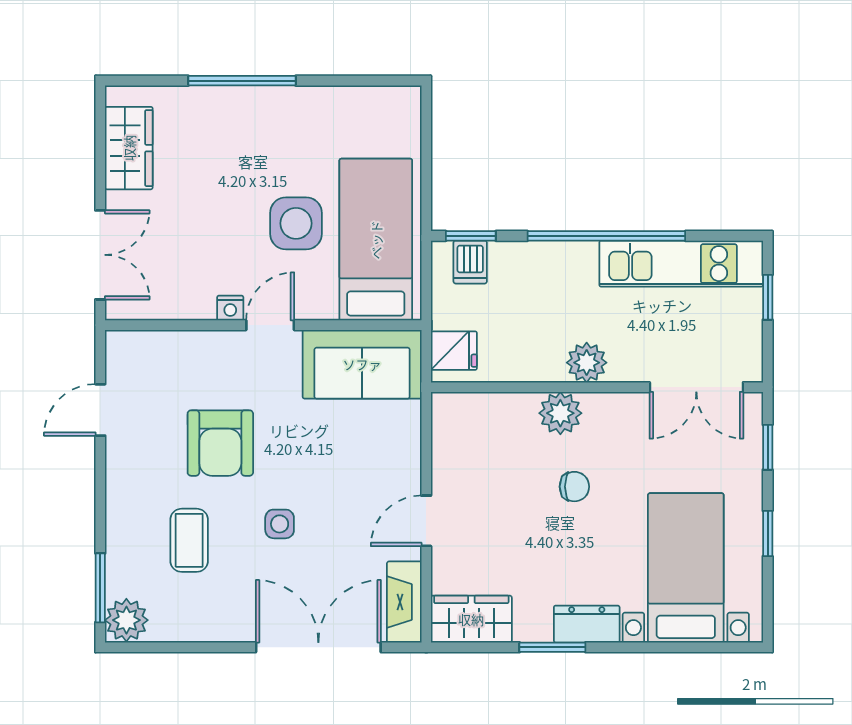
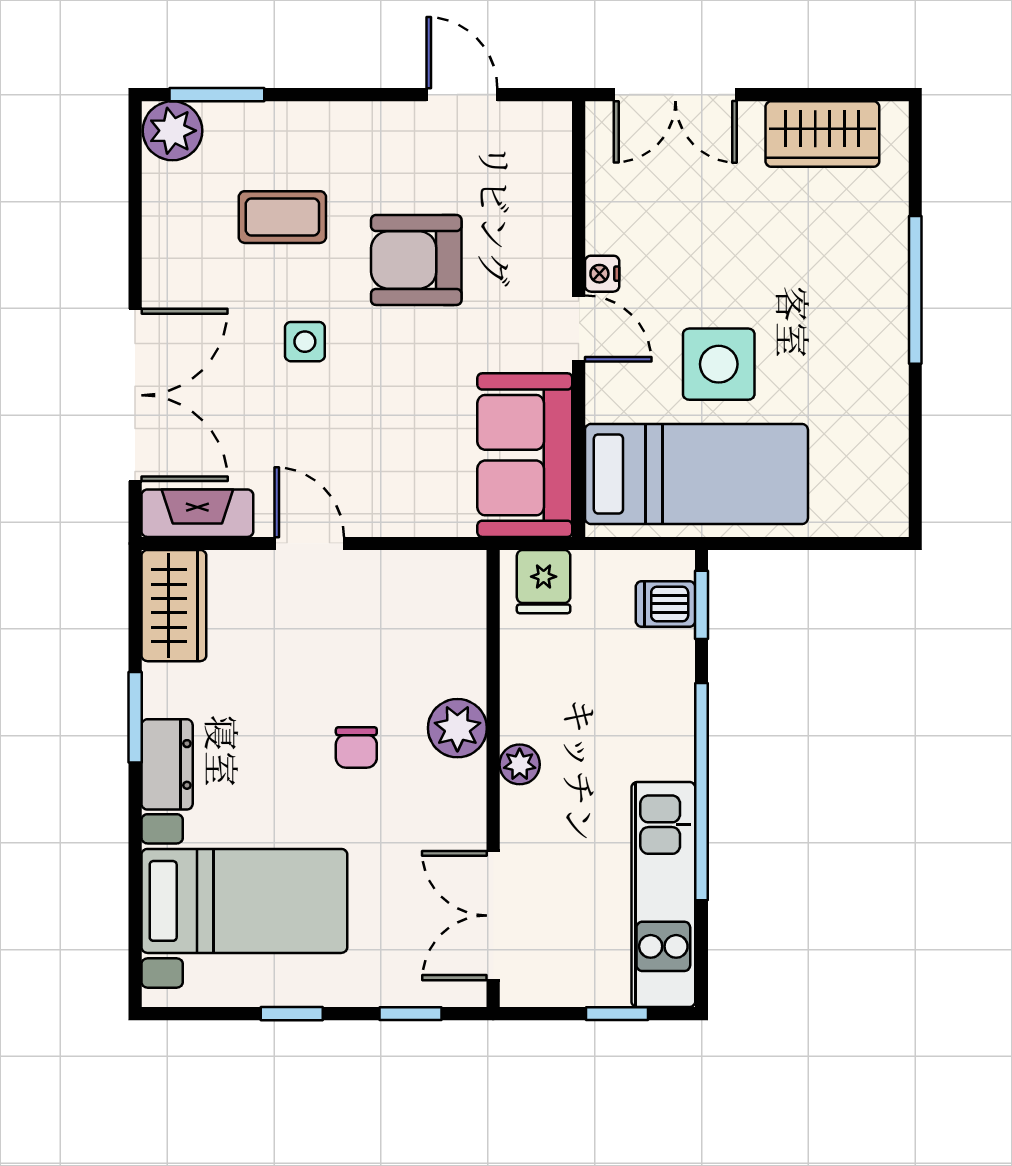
plant: (587, 363) -> (520, 764), width x0.73, depth x0.73

